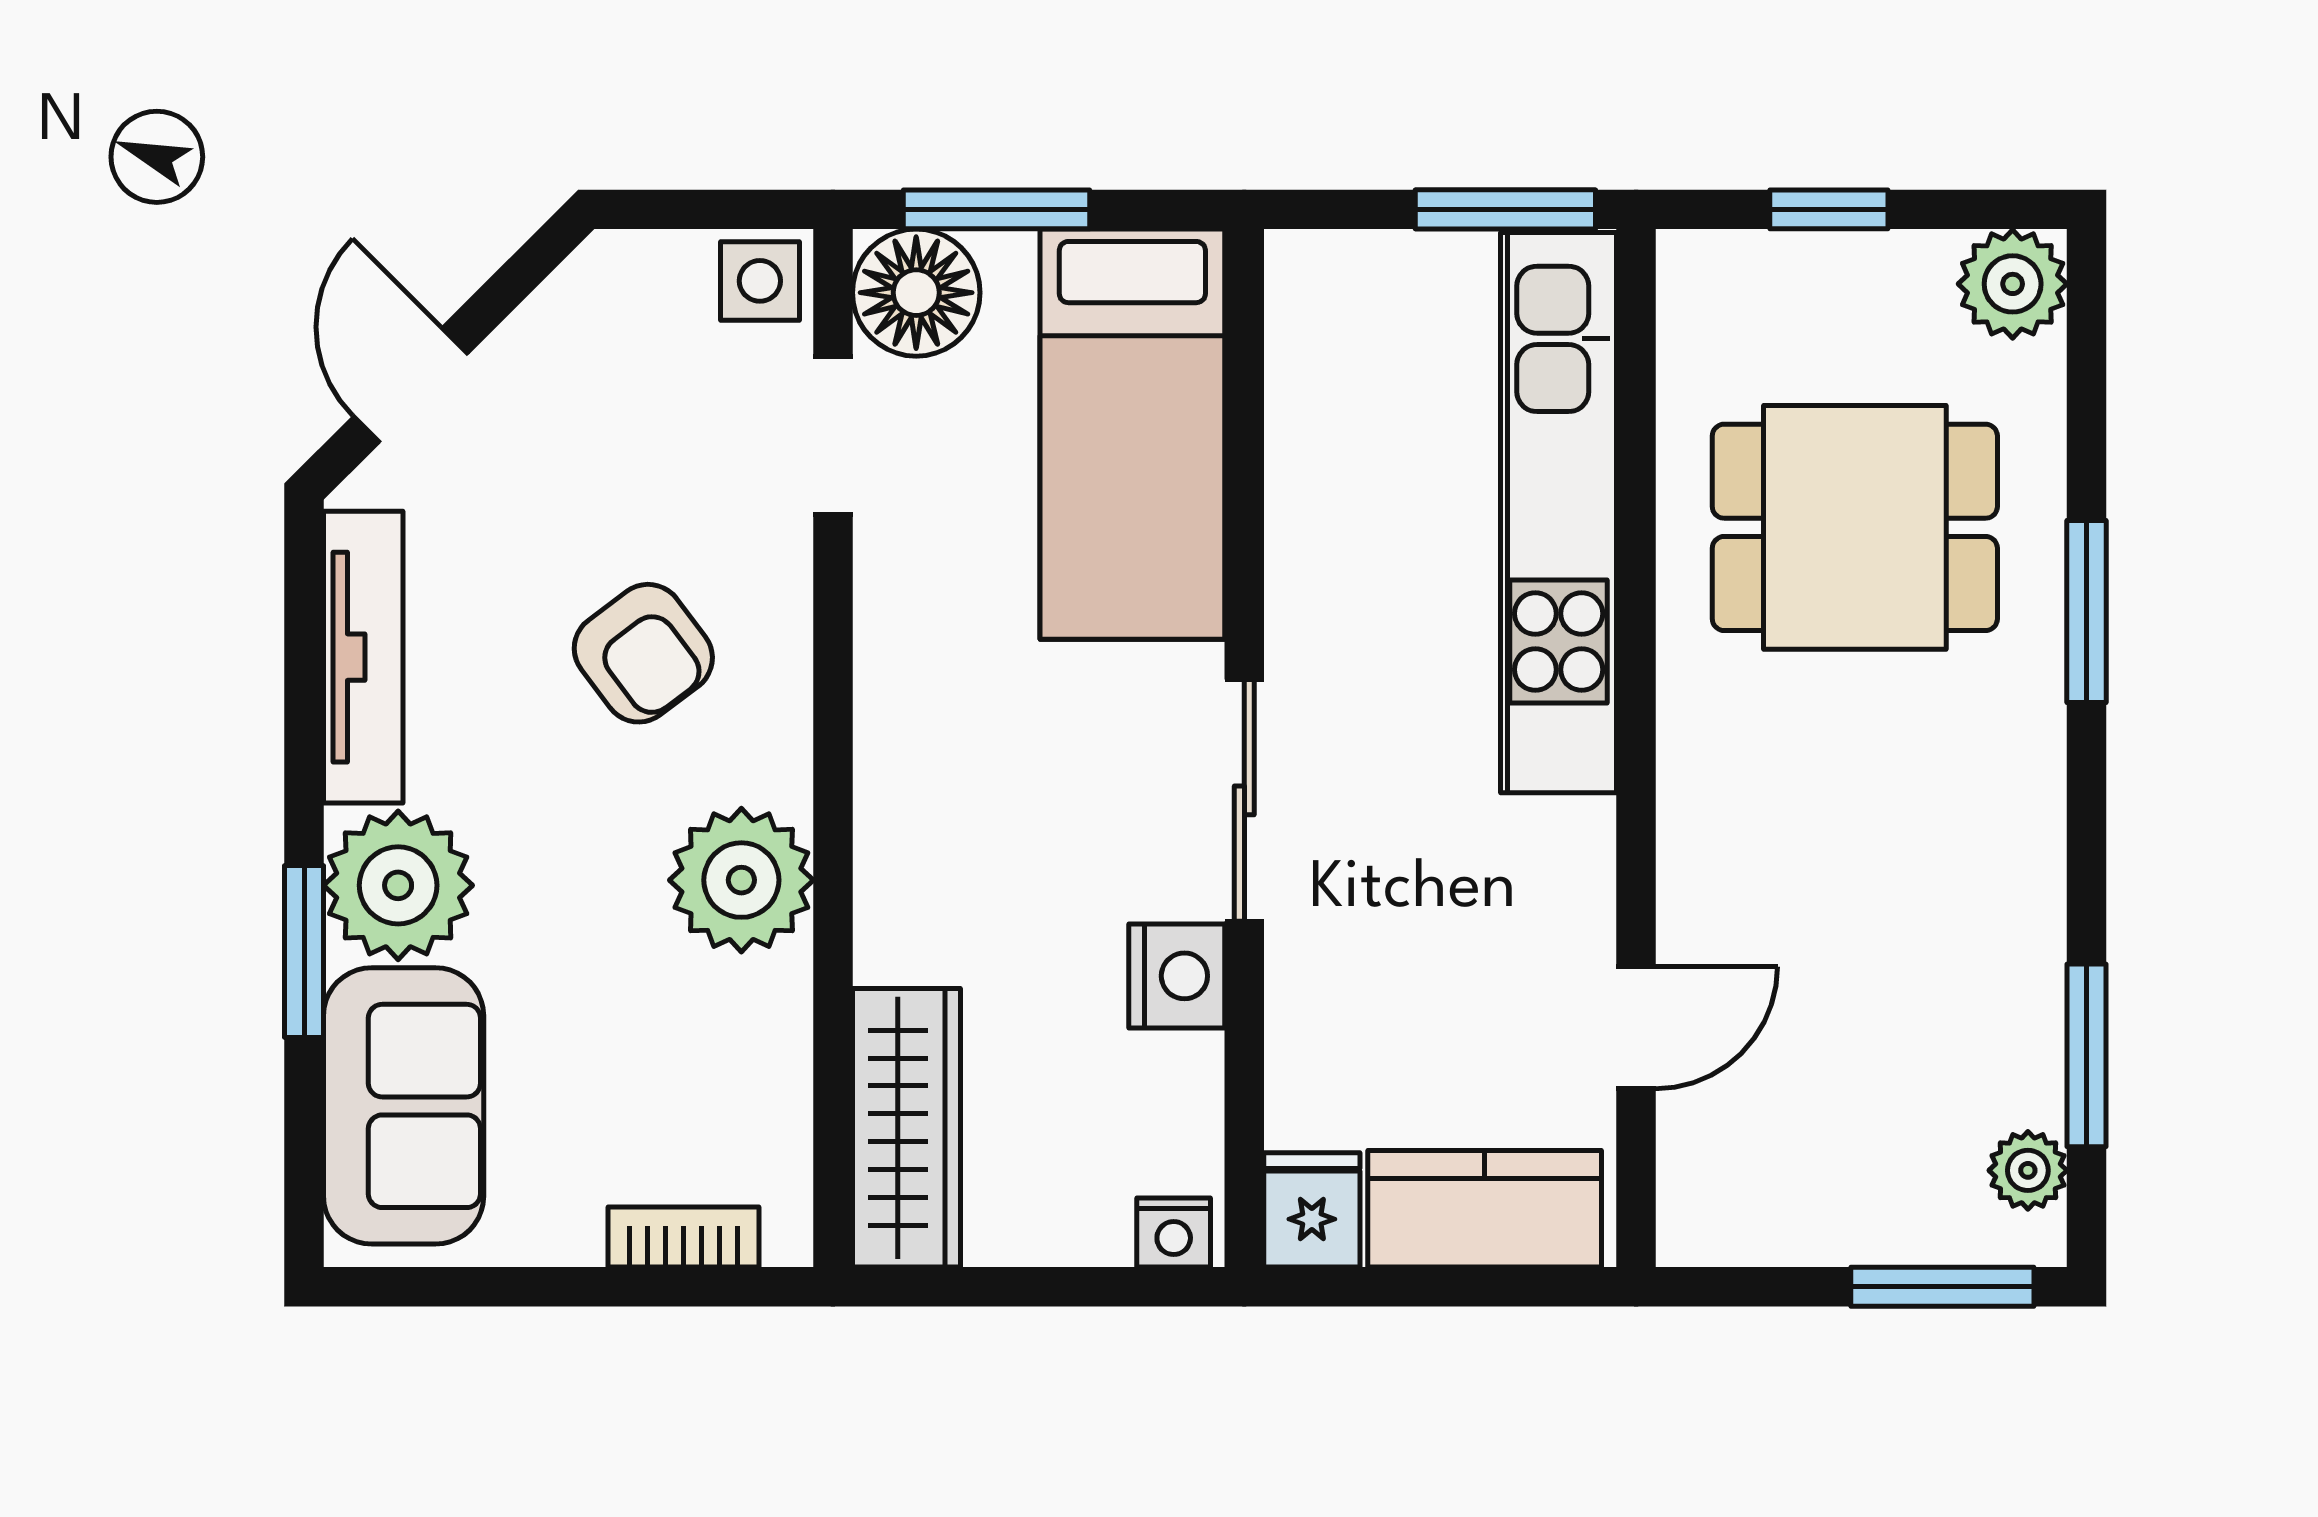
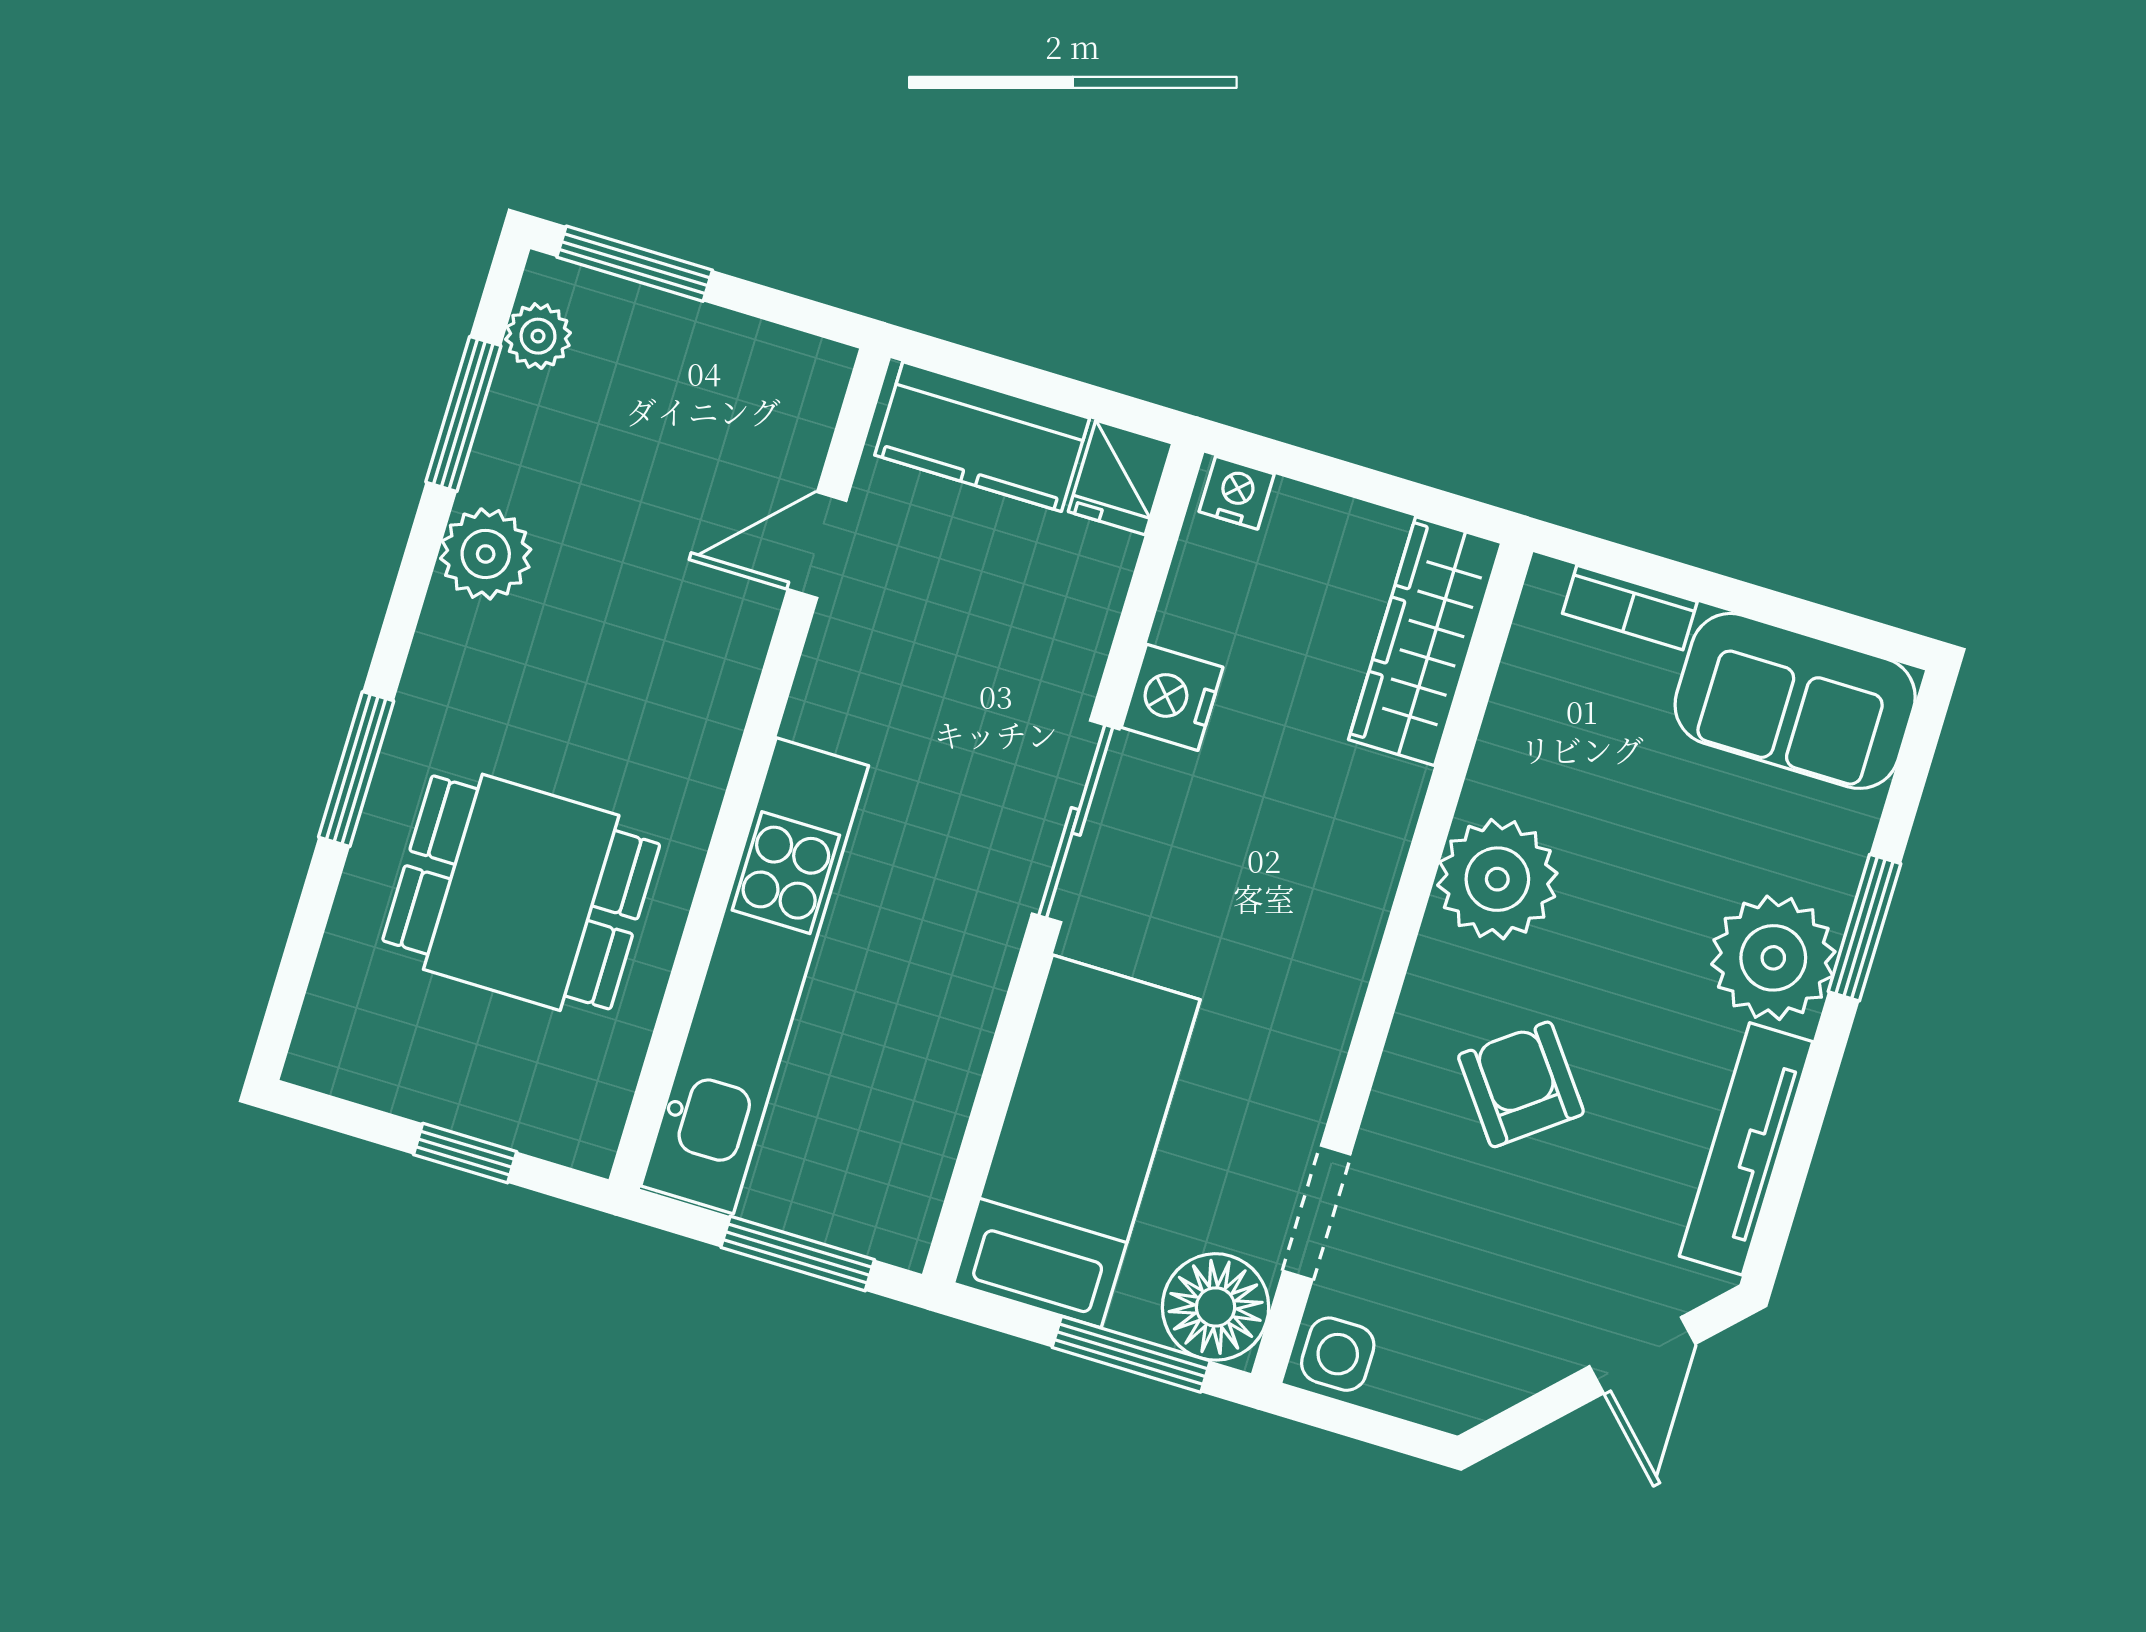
window: (1505, 209) -> (798, 1253), moved
plant: (2013, 284) -> (486, 554), moved
sofa: (404, 1106) -> (1795, 701), moved, turned -90

